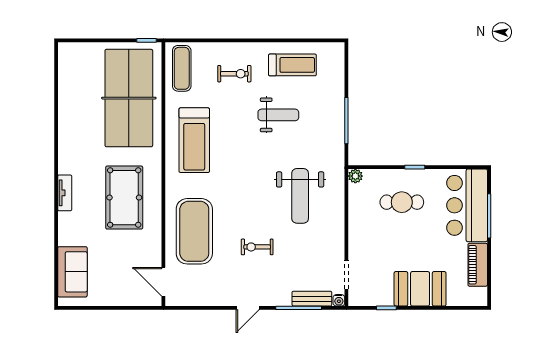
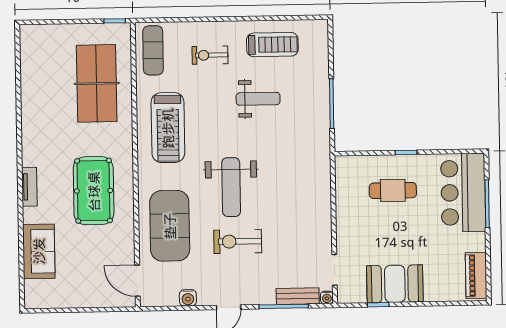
exercise bike: (234, 74) -> (210, 55), turned 180
table tennis table: (129, 98) -> (97, 83), width x0.73, depth x0.76
plant: (355, 176) -> (342, 163), removed
weight bench: (300, 196) -> (231, 187), moved
exercise bike: (257, 247) -> (238, 241), width x1.38, depth x1.39
piano: (478, 265) -> (476, 276), moved
sofa: (72, 272) -> (39, 251), moved
booth: (420, 289) -> (395, 284), moved
water cooler: (210, 298) -> (188, 298), added

